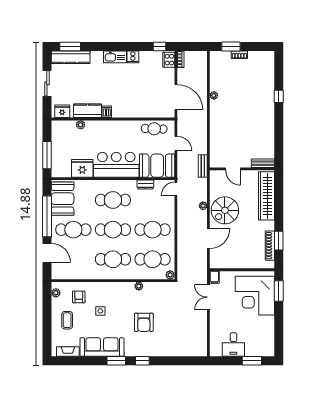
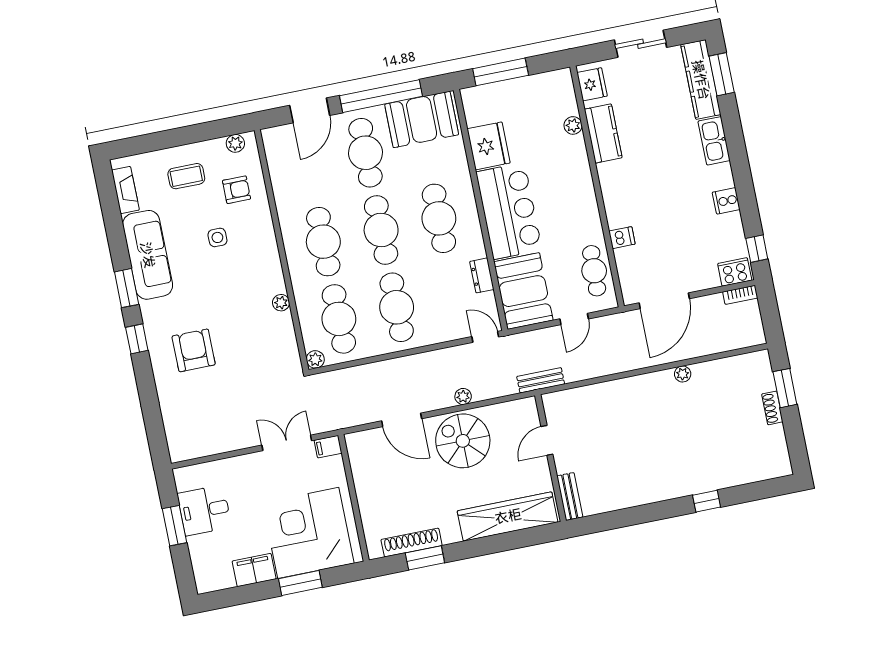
kitchen sink: (115, 57) -> (714, 141), moved
dishwasher: (107, 112) -> (622, 238), moved
window: (279, 291) -> (300, 583), moved
armchair: (144, 322) -> (194, 350), moved, turned 90
filing cabinet: (268, 326) -> (254, 570), added
window: (252, 361) -> (174, 526), moved

